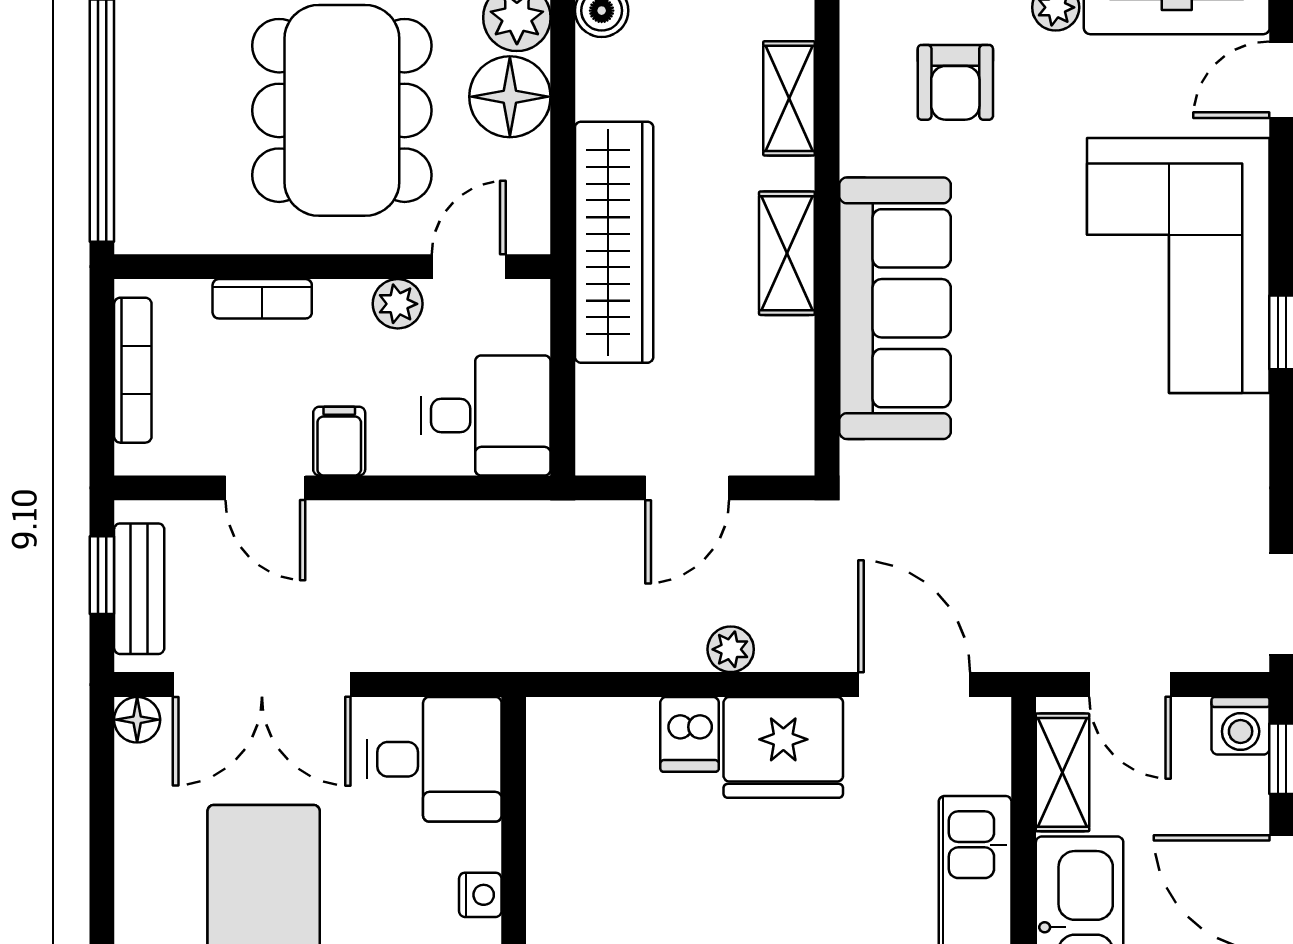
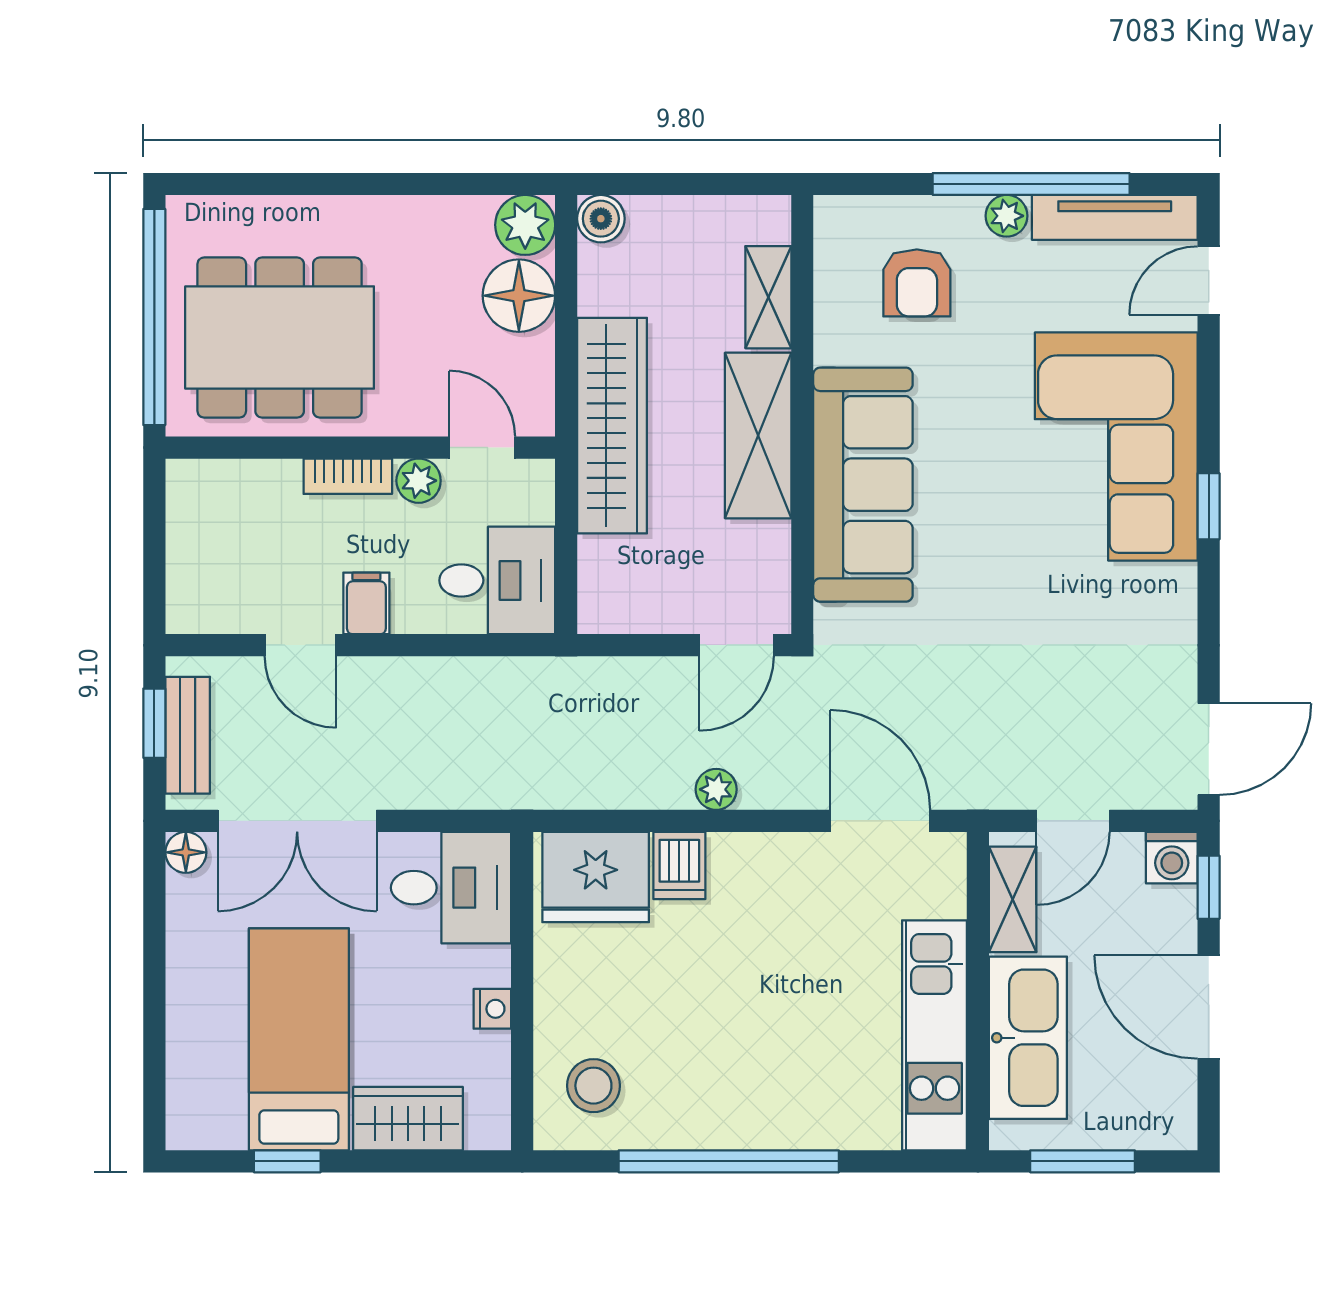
dining table: (342, 110) -> (280, 338), moved, turned 90
shelving: (787, 253) -> (758, 435), width x1.50, depth x1.33
door: (469, 267) -> (482, 448), hinge flipped
bookcase: (262, 299) -> (348, 476), moved
bookcase: (133, 370) -> (182, 540), removed
door: (687, 488) -> (736, 645), moved
door: (1130, 685) -> (1073, 821), hinge flipped
fridge: (783, 747) -> (596, 877), moved

